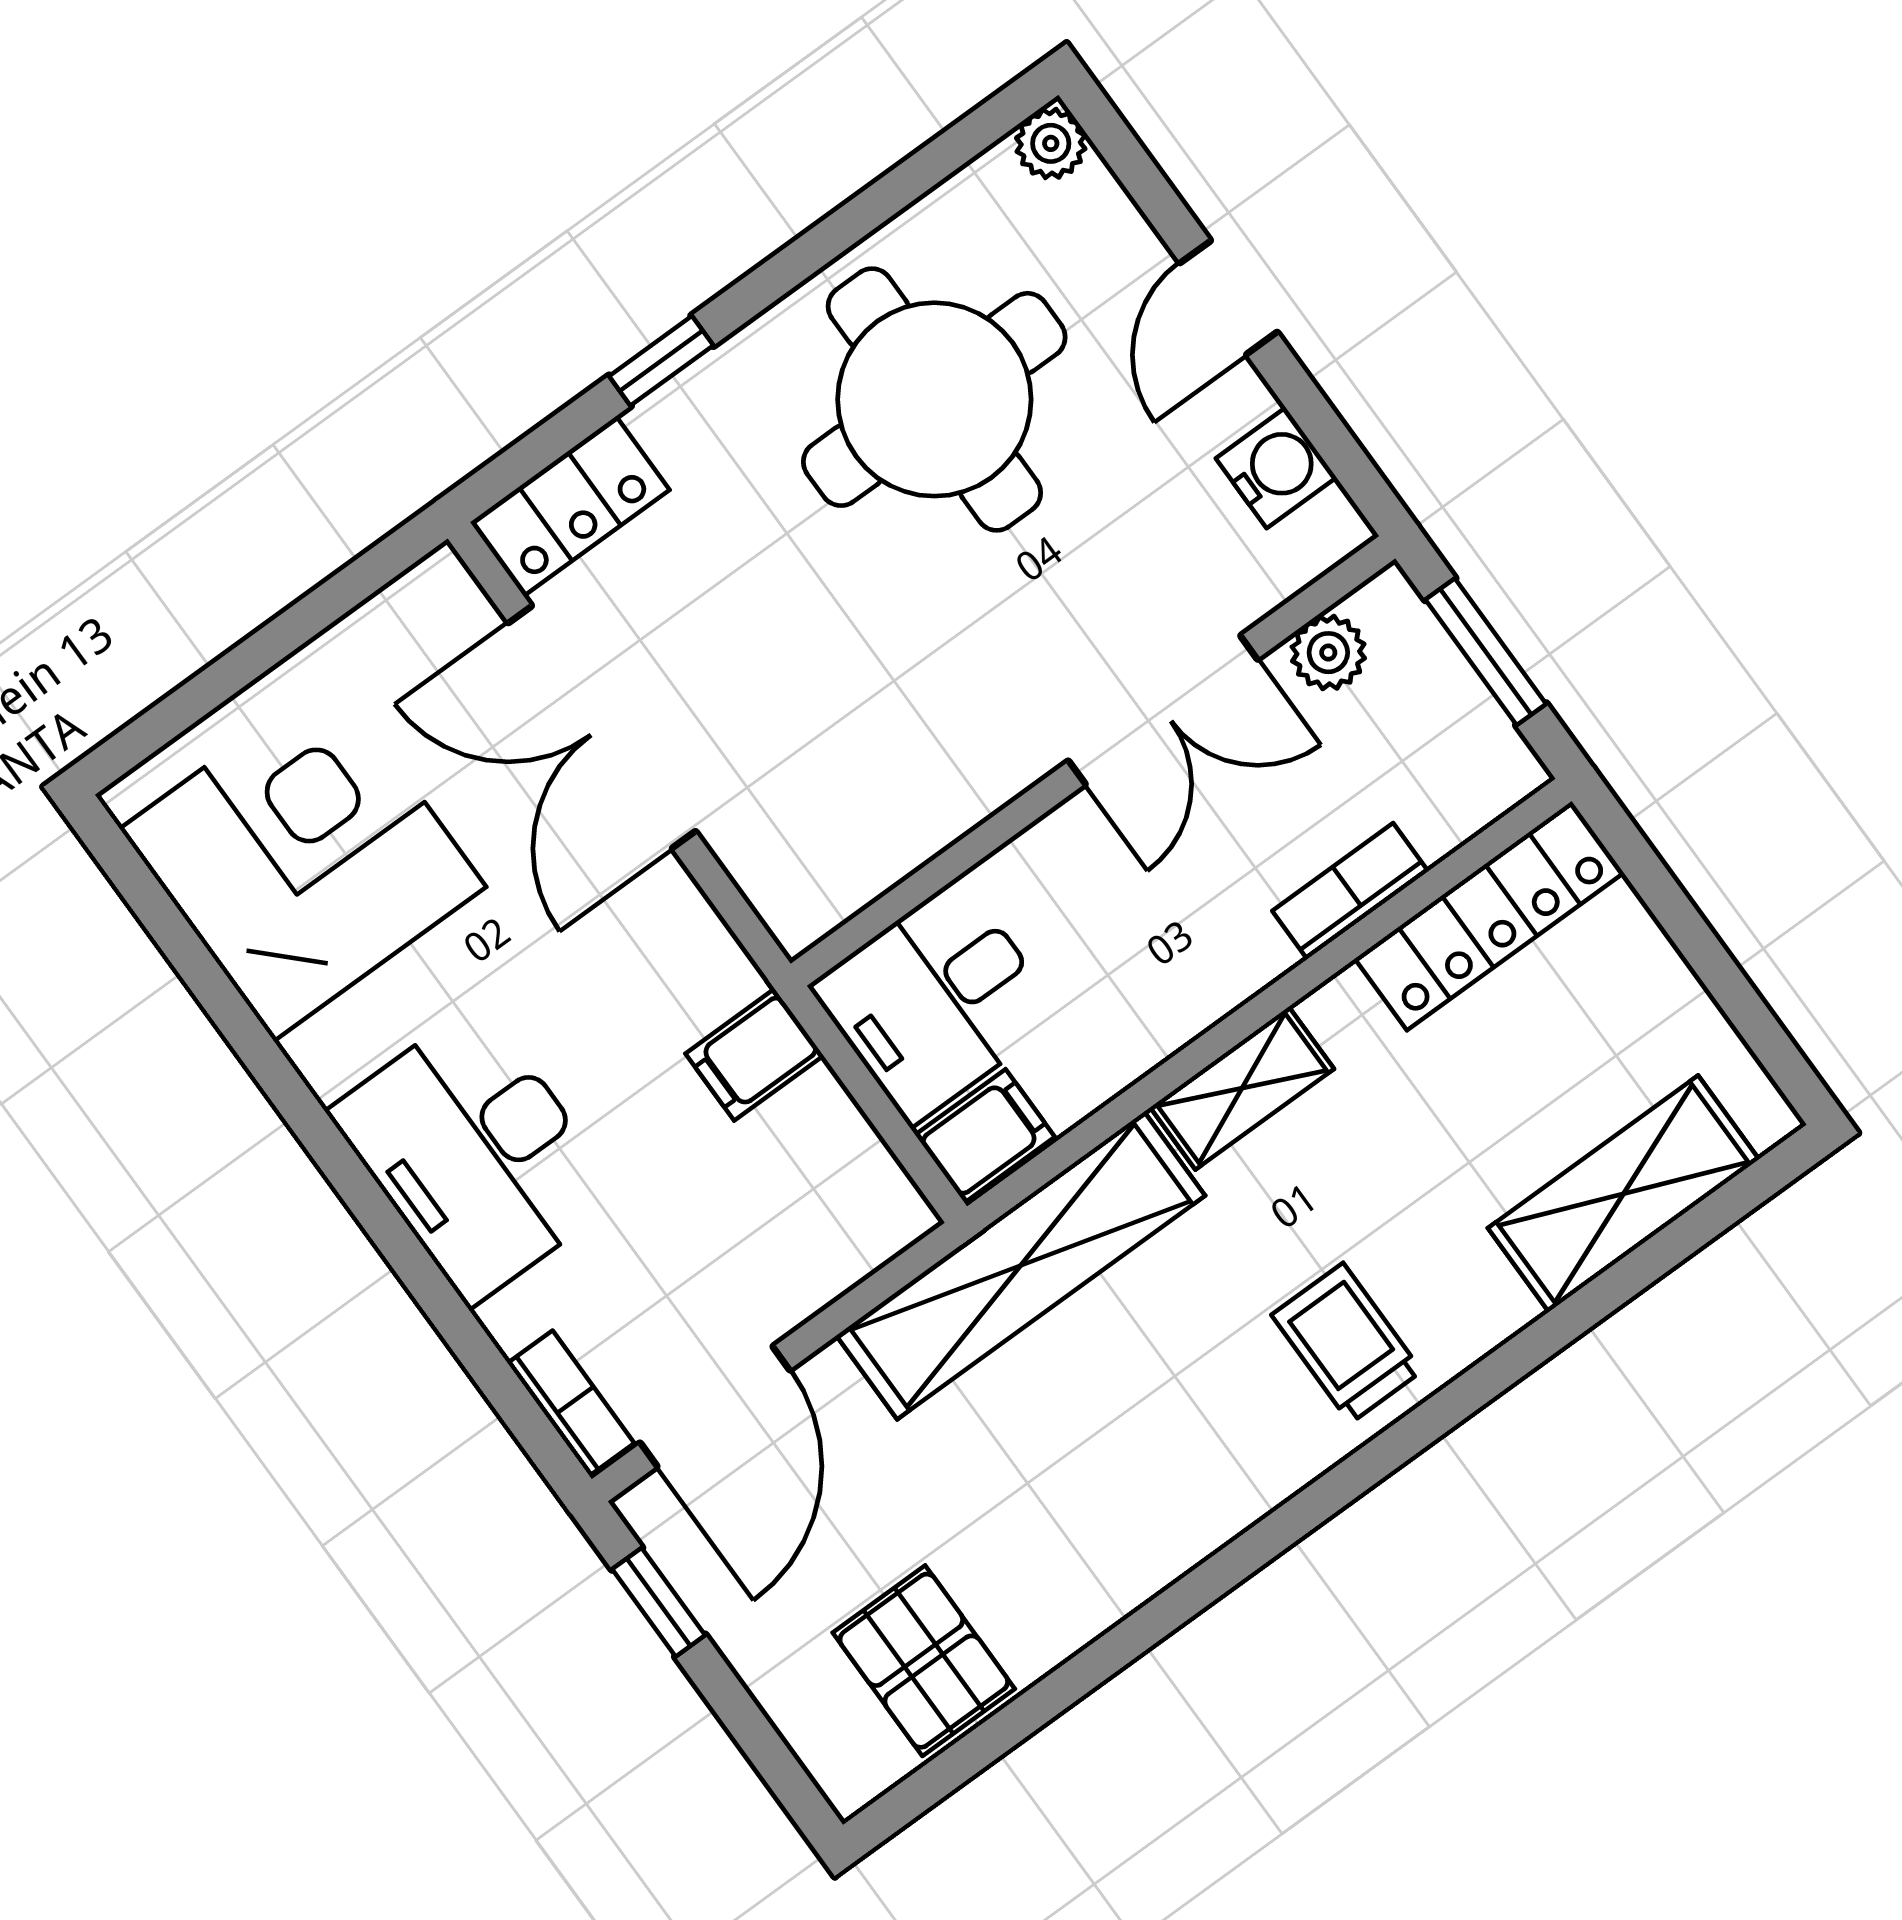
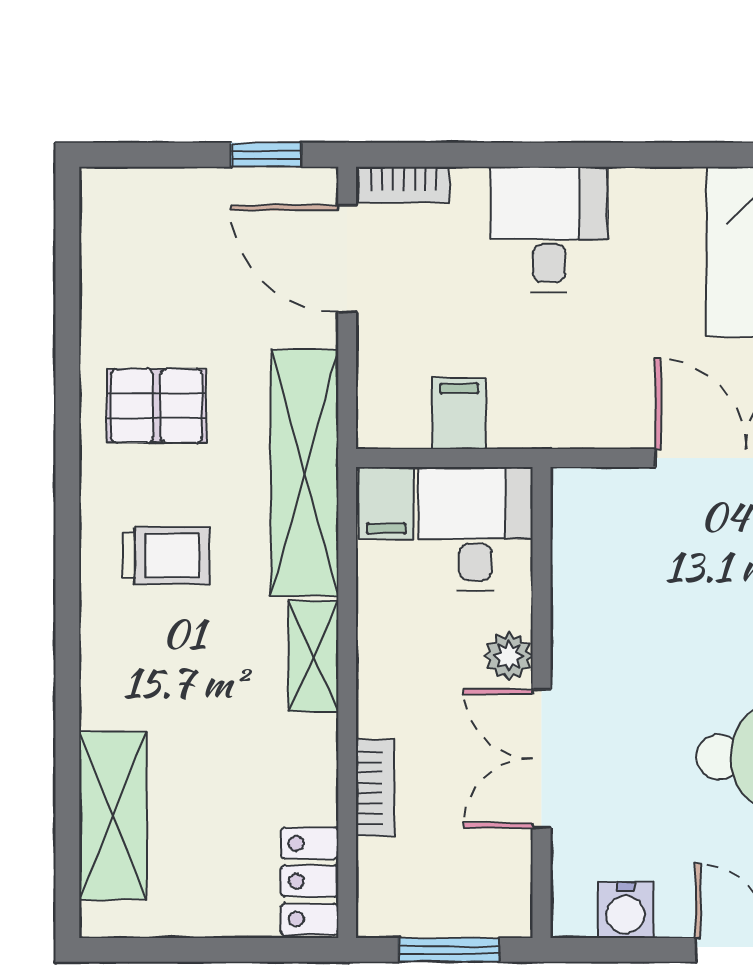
plant: (1328, 653) -> (509, 656), moved
locker: (1489, 916) -> (310, 881), width x0.66
filing cabinet: (754, 1055) -> (459, 413), moved
desk: (475, 1154) -> (549, 229), width x0.73
trolley: (1347, 1343) -> (166, 555), moved
pallet: (924, 1661) -> (157, 406), moved

